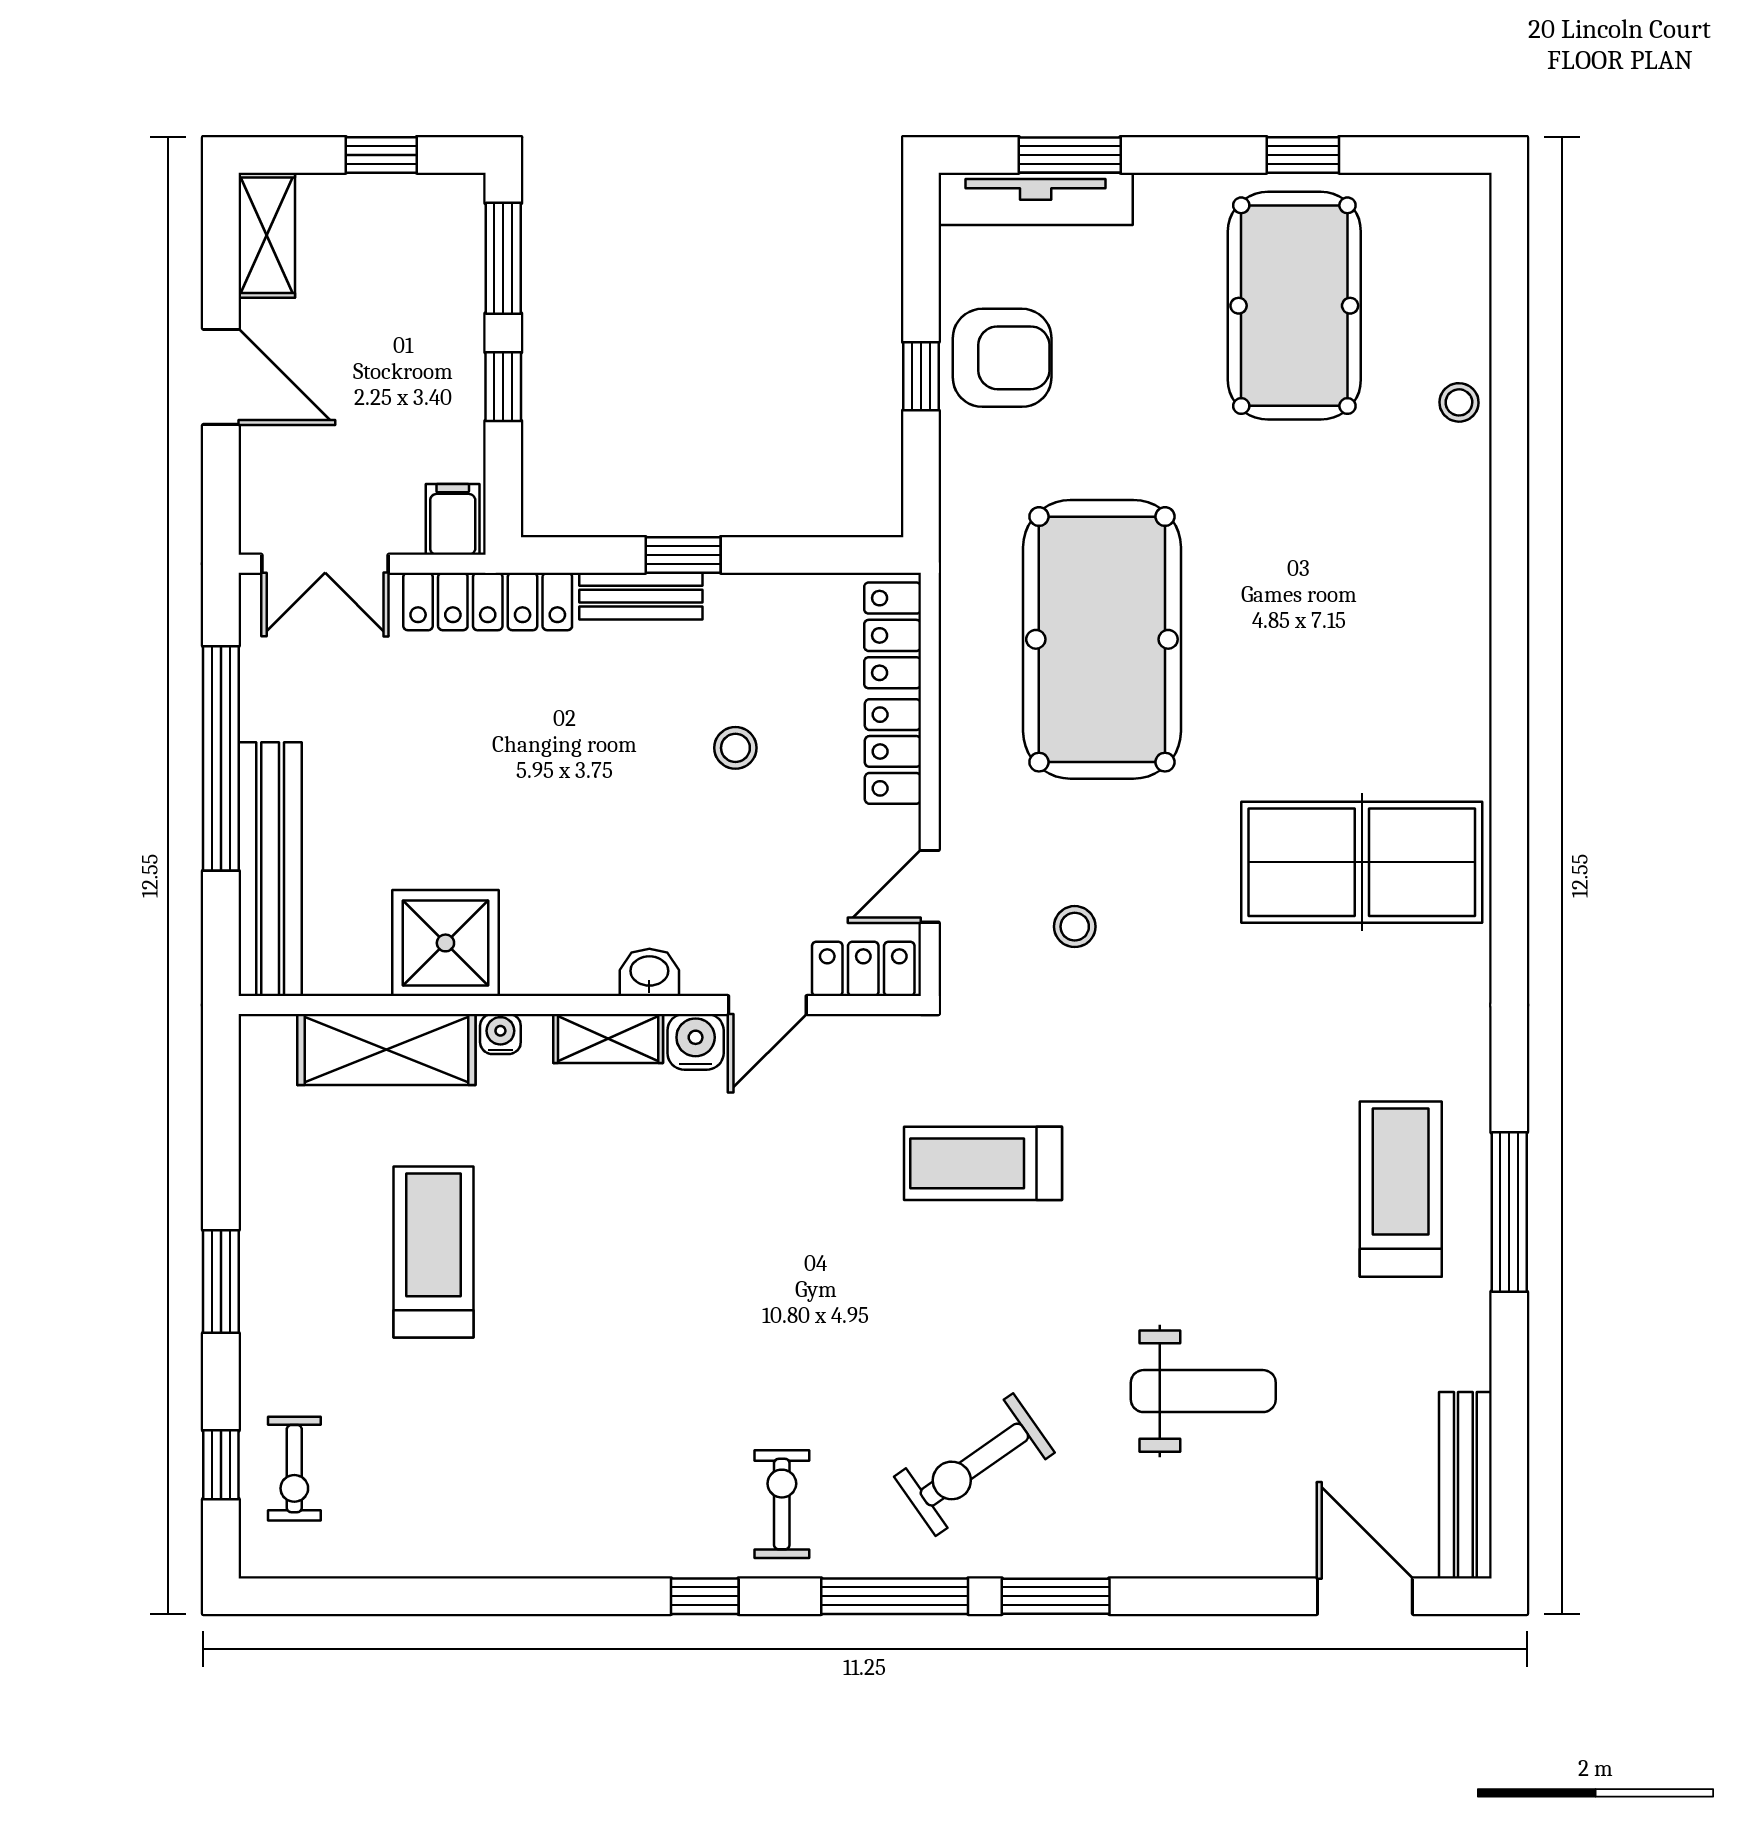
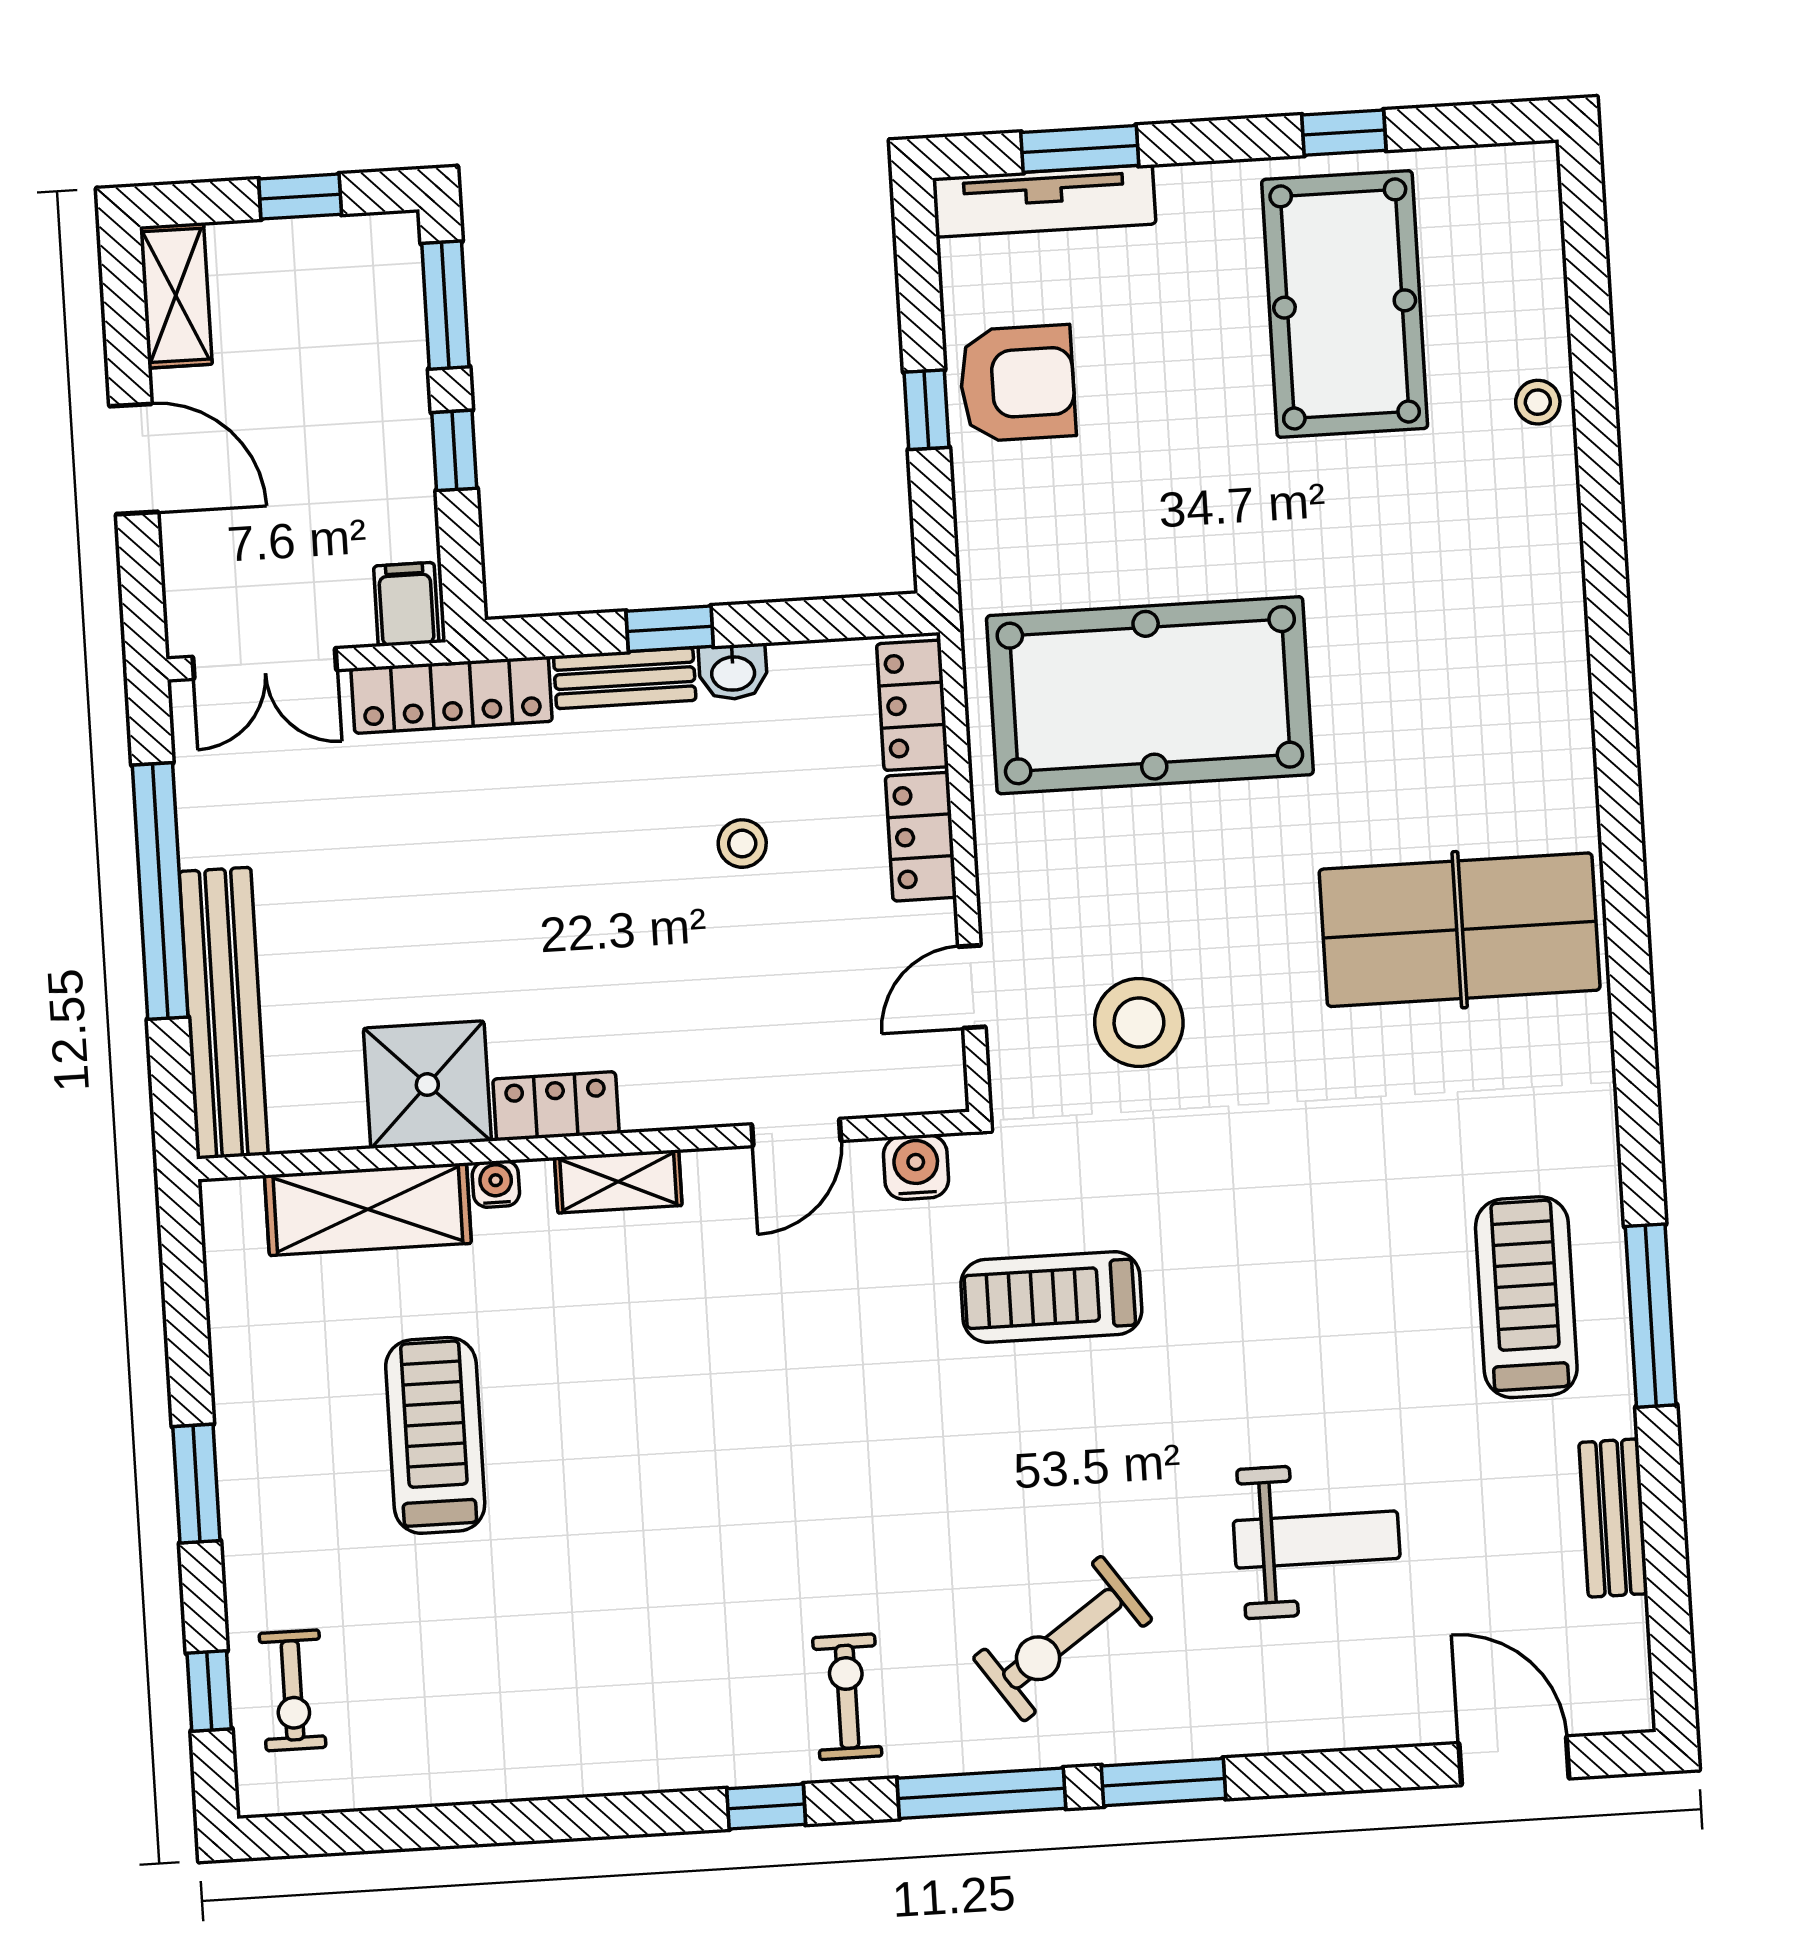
pool table: (1102, 639) -> (1150, 695), turned 90
stool: (1075, 927) -> (1139, 1022), width x1.89, depth x1.89
locker: (863, 969) -> (556, 1106), moved
washbasin: (649, 972) -> (733, 672), moved, turned 180
water cooler: (696, 1042) -> (916, 1167), moved
bench: (1465, 1485) -> (1613, 1518), moved, width x0.73

